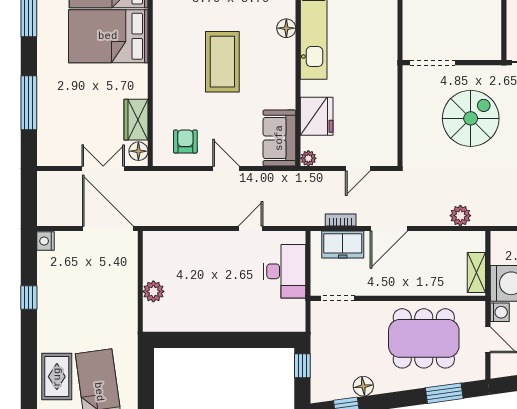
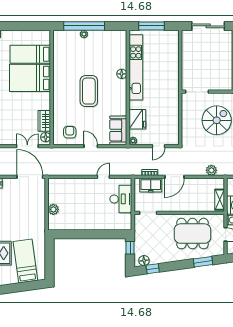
floor lamp: (363, 386) -> (144, 261), moved

